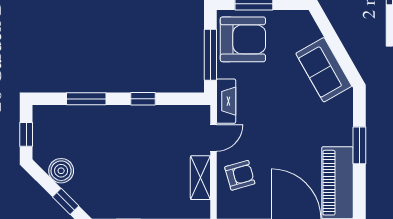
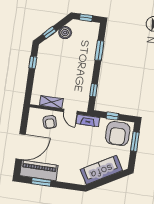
window: (210, 55) -> (112, 116), width x0.46
sofa: (324, 70) -> (101, 170), width x1.36
window: (143, 99) -> (94, 90), moved
window: (359, 145) -> (41, 182), moved

